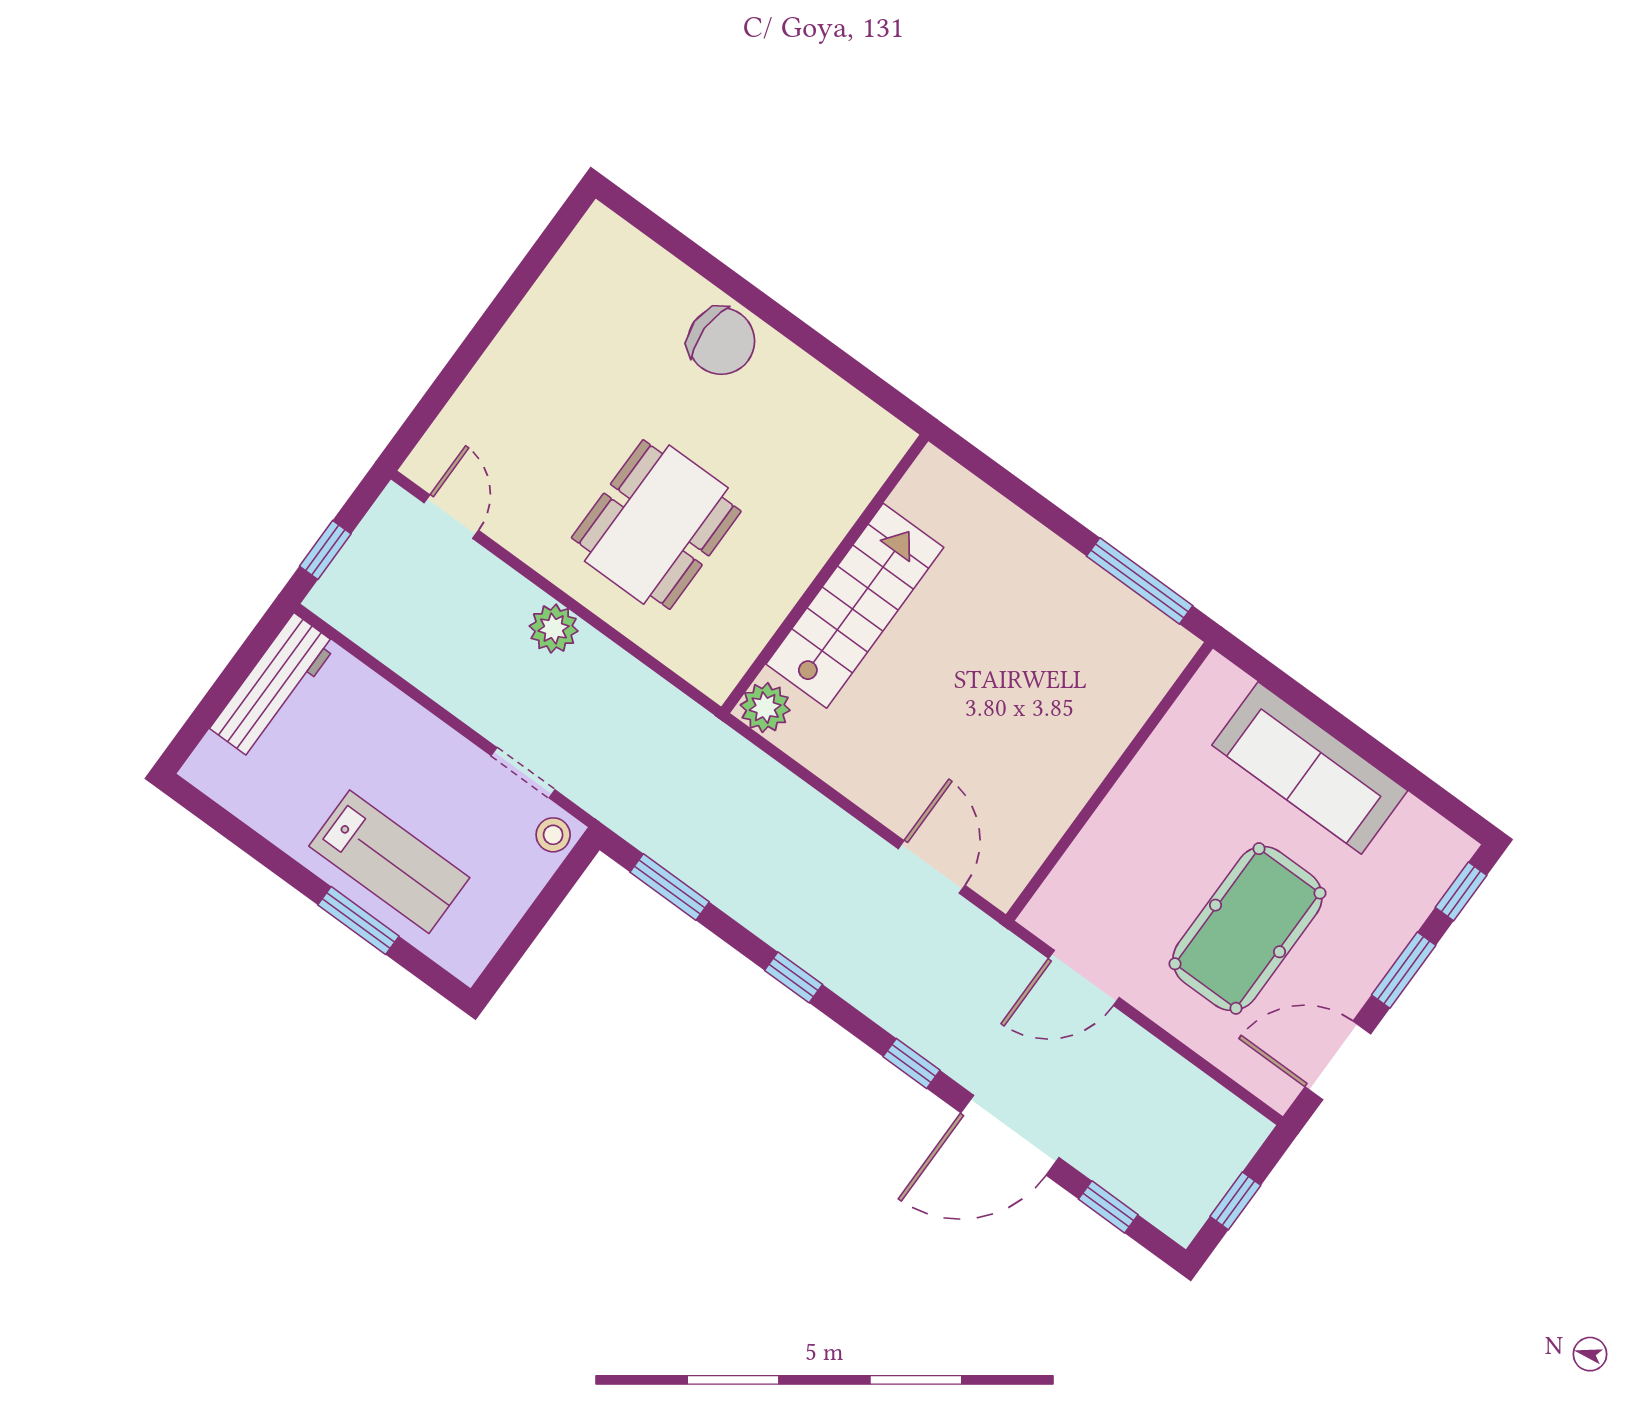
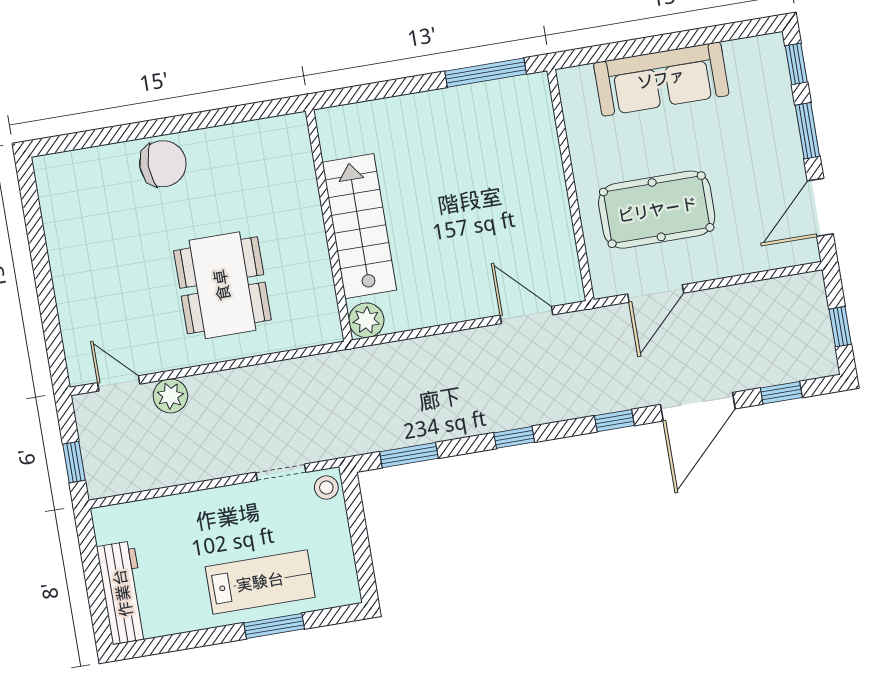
plant: (554, 629) -> (170, 396), moved
workbench: (273, 686) -> (123, 593), moved
pool table: (1247, 928) -> (657, 210), moved, turned 90

